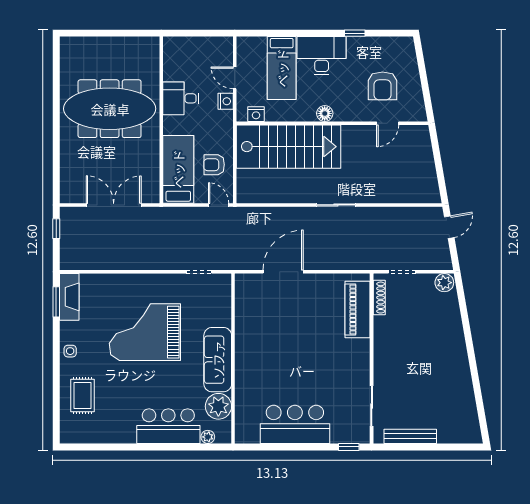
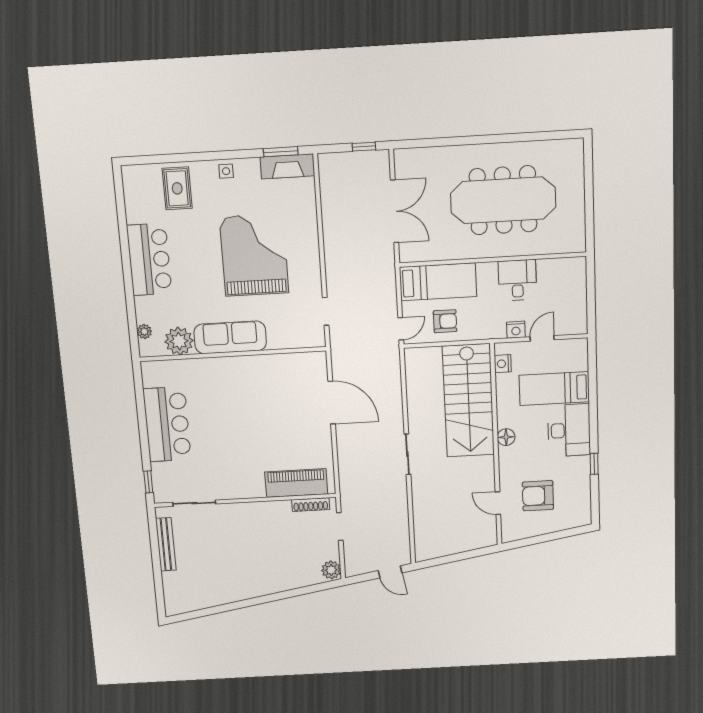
meeting table: (110, 109) -> (503, 200), turned 90
armchair: (214, 165) -> (445, 321), turned 90
rug: (82, 395) -> (177, 188), turned 90
bar counter: (168, 426) -> (149, 259), moved

